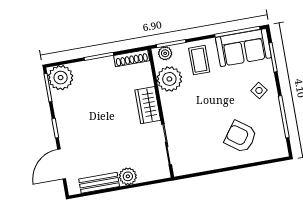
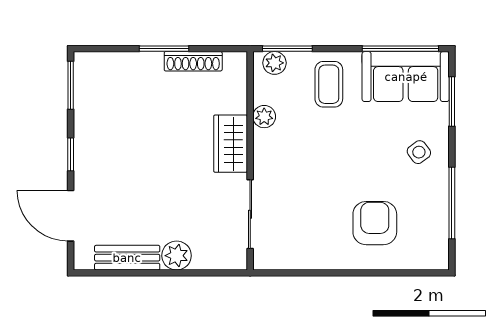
shoe rack: (132, 58) -> (193, 61), moved
plant: (61, 78) -> (94, 72), removed
plant: (169, 79) -> (264, 117), width x0.53, depth x0.53
armchair: (241, 137) -> (375, 223), turned 54
door: (62, 164) -> (71, 216), hinge flipped

